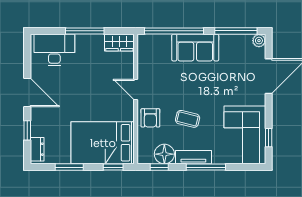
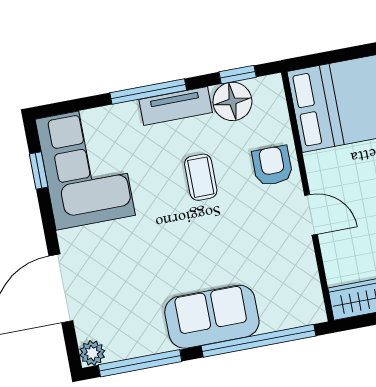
coffee table: (188, 119) -> (201, 177), turned 76
window: (113, 167) -> (326, 58), removed

